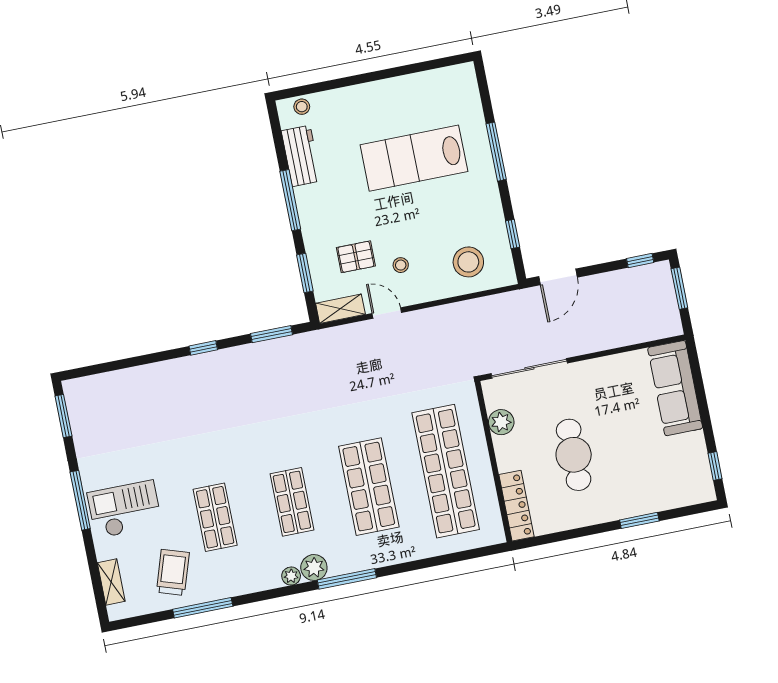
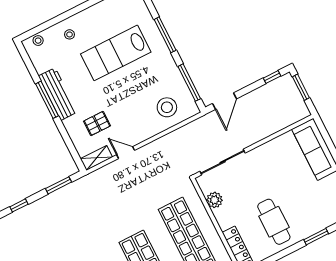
workbench: (301, 156) -> (58, 94), moved, width x1.38
window: (513, 234) -> (189, 83), width x2.17
stool: (401, 265) -> (70, 34), moved
window: (305, 273) -> (68, 142), removed
cafe table: (574, 455) -> (274, 222), moved

